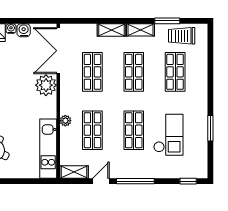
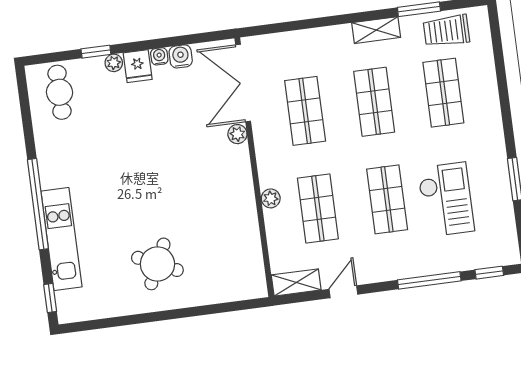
shelving: (112, 30) -> (328, 37), removed
plant: (46, 85) -> (237, 134), width x0.53, depth x0.53
kitchen unit: (48, 149) -> (248, 249), removed
window: (135, 181) -> (429, 280), moved

